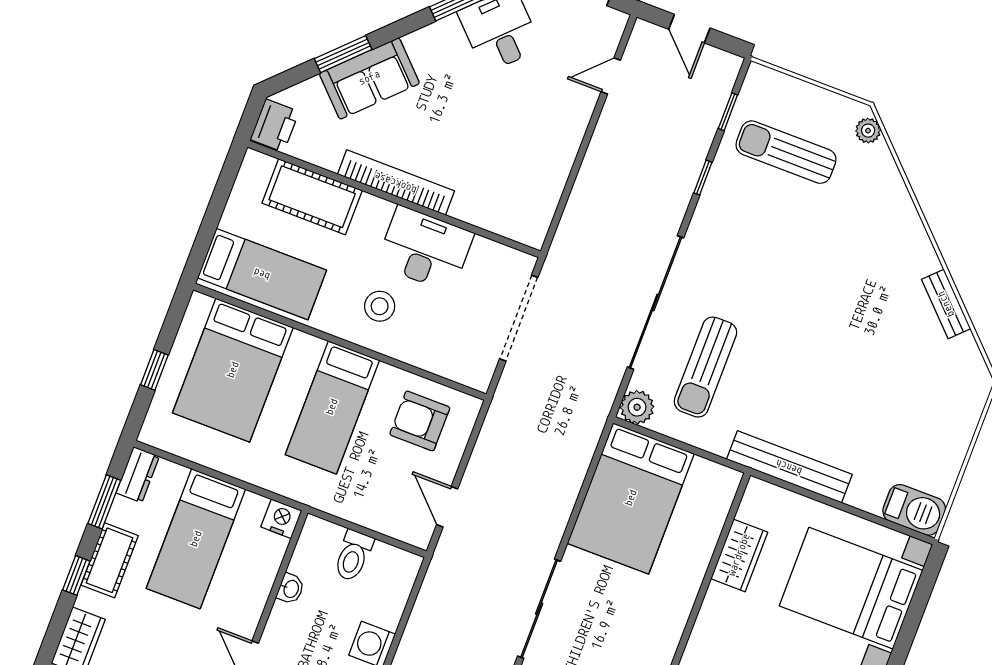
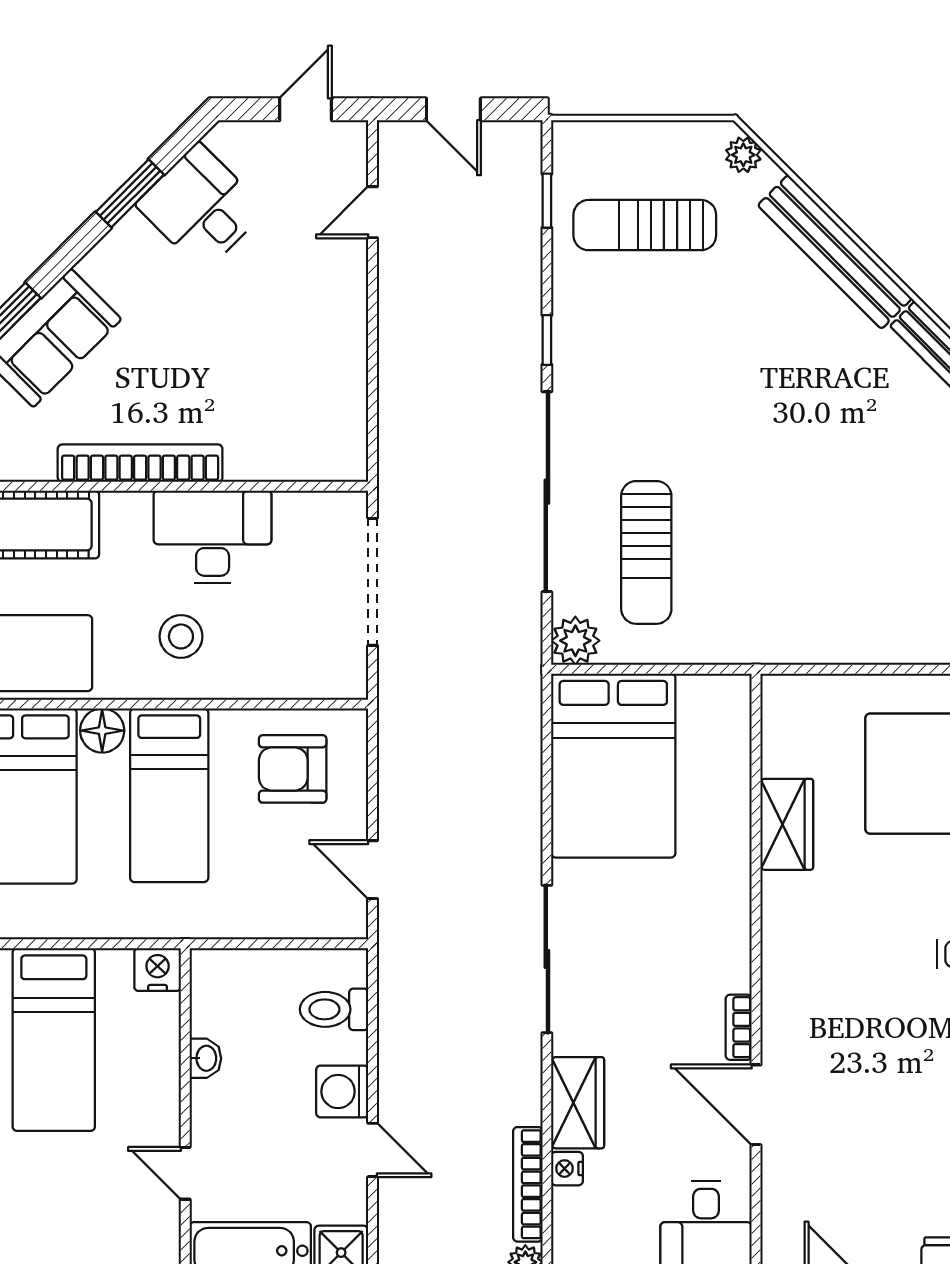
window: (703, 178) -> (547, 340), moved
floor lamp: (305, 348) -> (102, 731), added
bench: (789, 467) -> (835, 252), moved, turned 45
wardrobe: (739, 555) -> (787, 824), moved
toilet: (353, 556) -> (334, 1009), moved, turned 90

